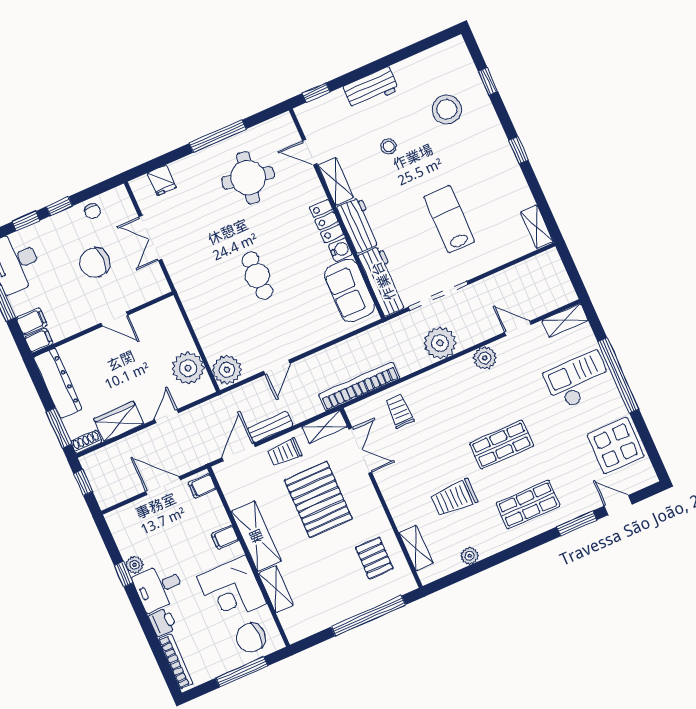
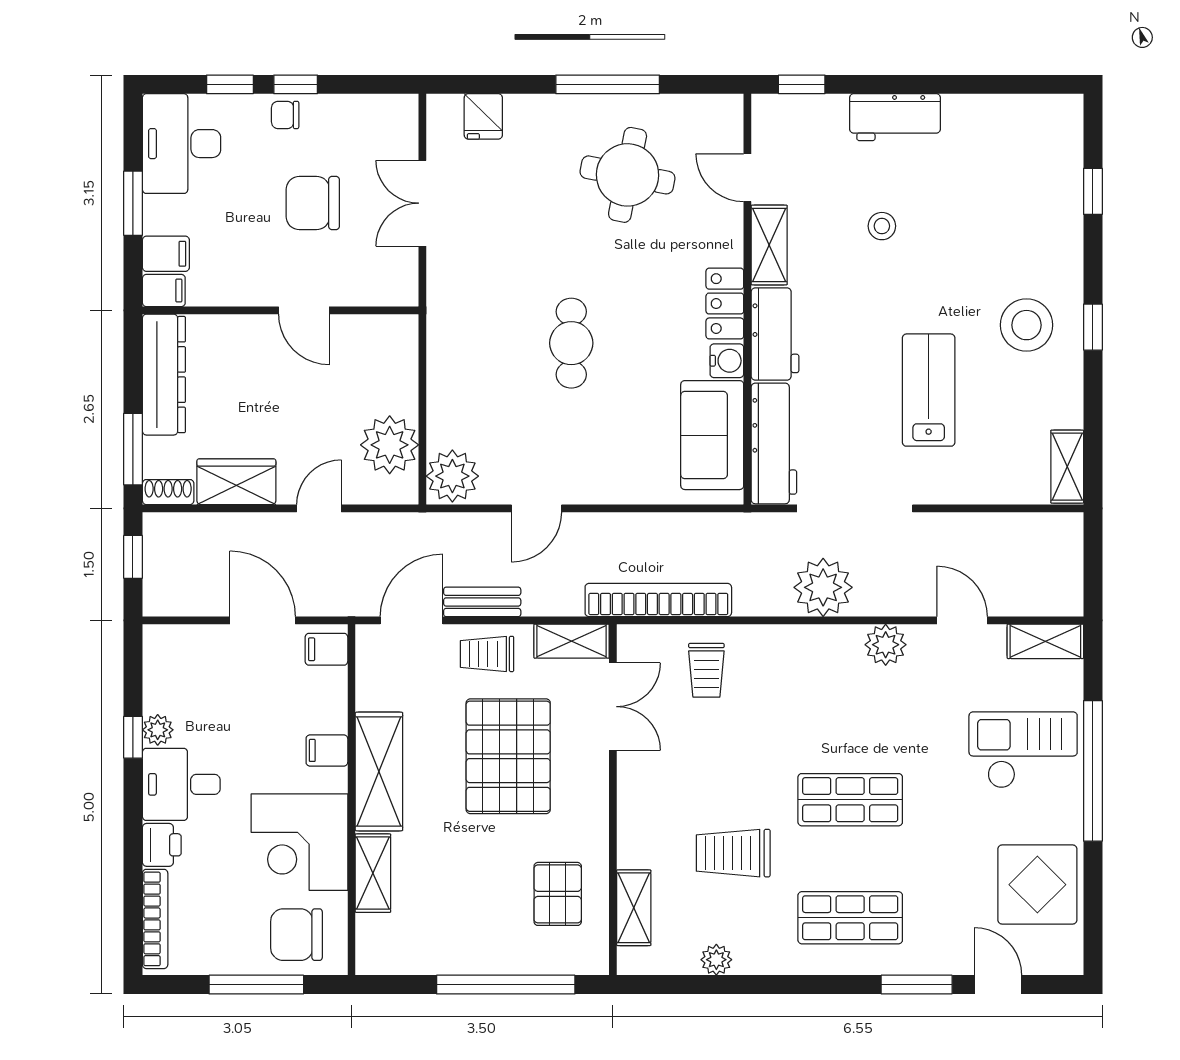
stool: (447, 109) -> (1027, 325), moved
chair: (92, 211) -> (285, 115), moved, turned 90
trolley: (399, 411) -> (706, 670), turned 180

